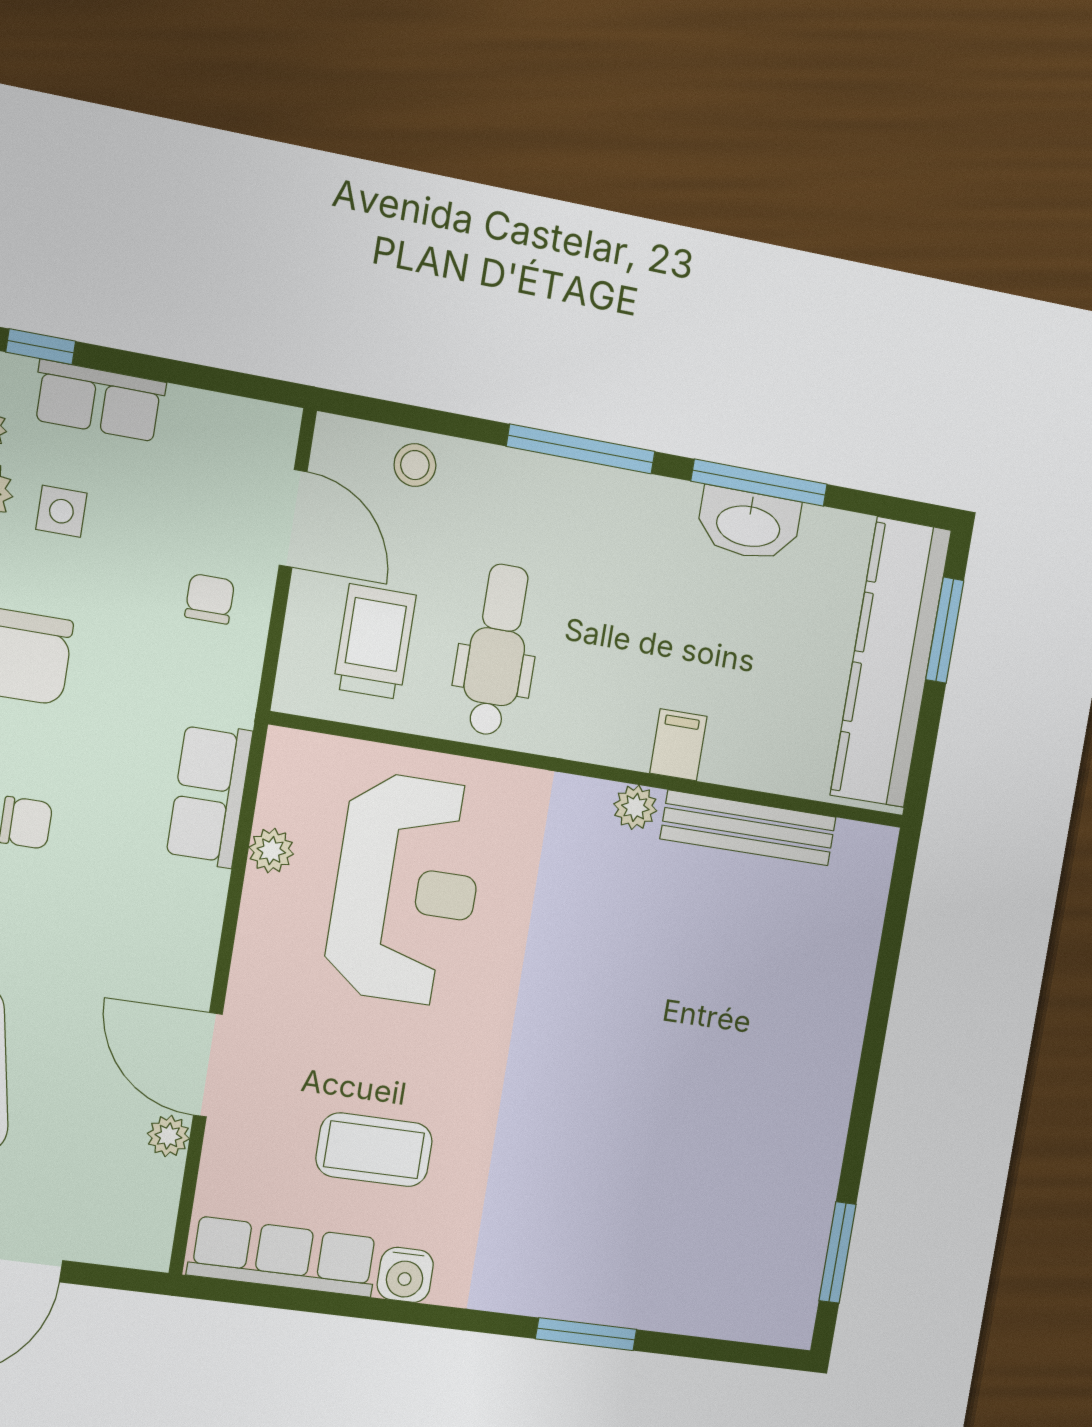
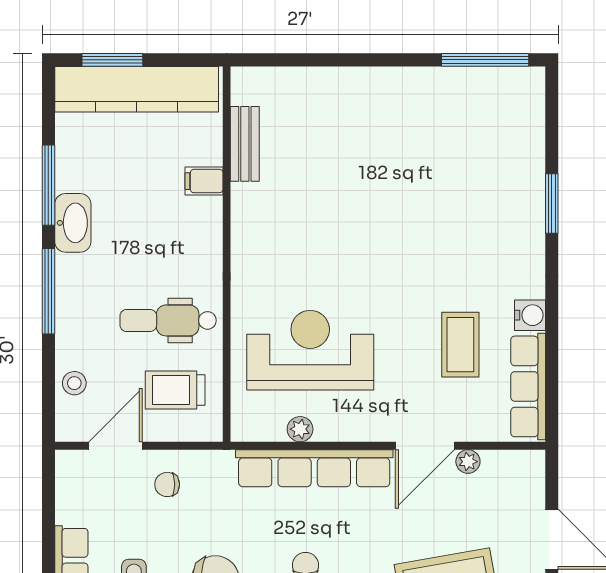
washbasin: (748, 524) -> (73, 223), moved
filing cabinet: (678, 745) -> (204, 181), moved
row of seats: (209, 795) -> (314, 468), width x2.02
plant: (635, 807) -> (243, 226), removed
bench: (748, 828) -> (245, 144), width x0.73
window: (838, 1252) -> (485, 60), width x1.44

